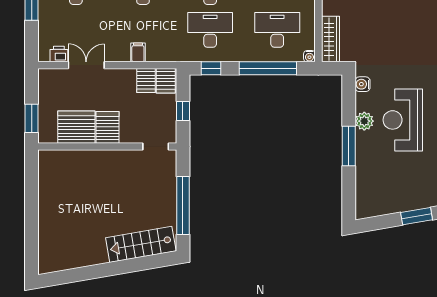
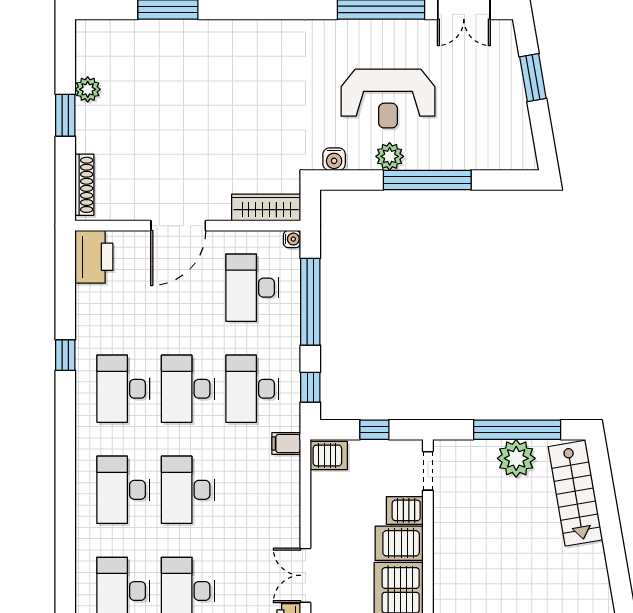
filing cabinet: (138, 52) -> (286, 443), moved
server rack: (146, 81) -> (405, 510), moved, turned 180
window: (349, 146) -> (427, 180), width x1.46
plant: (164, 205) -> (516, 458), added

